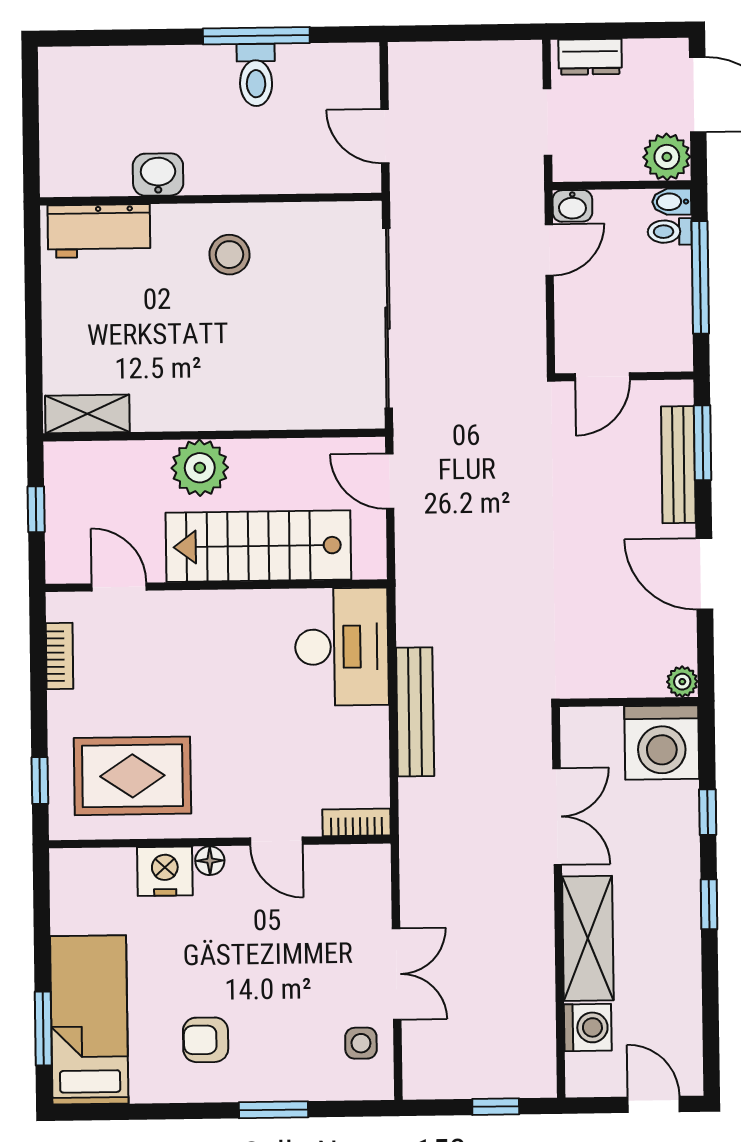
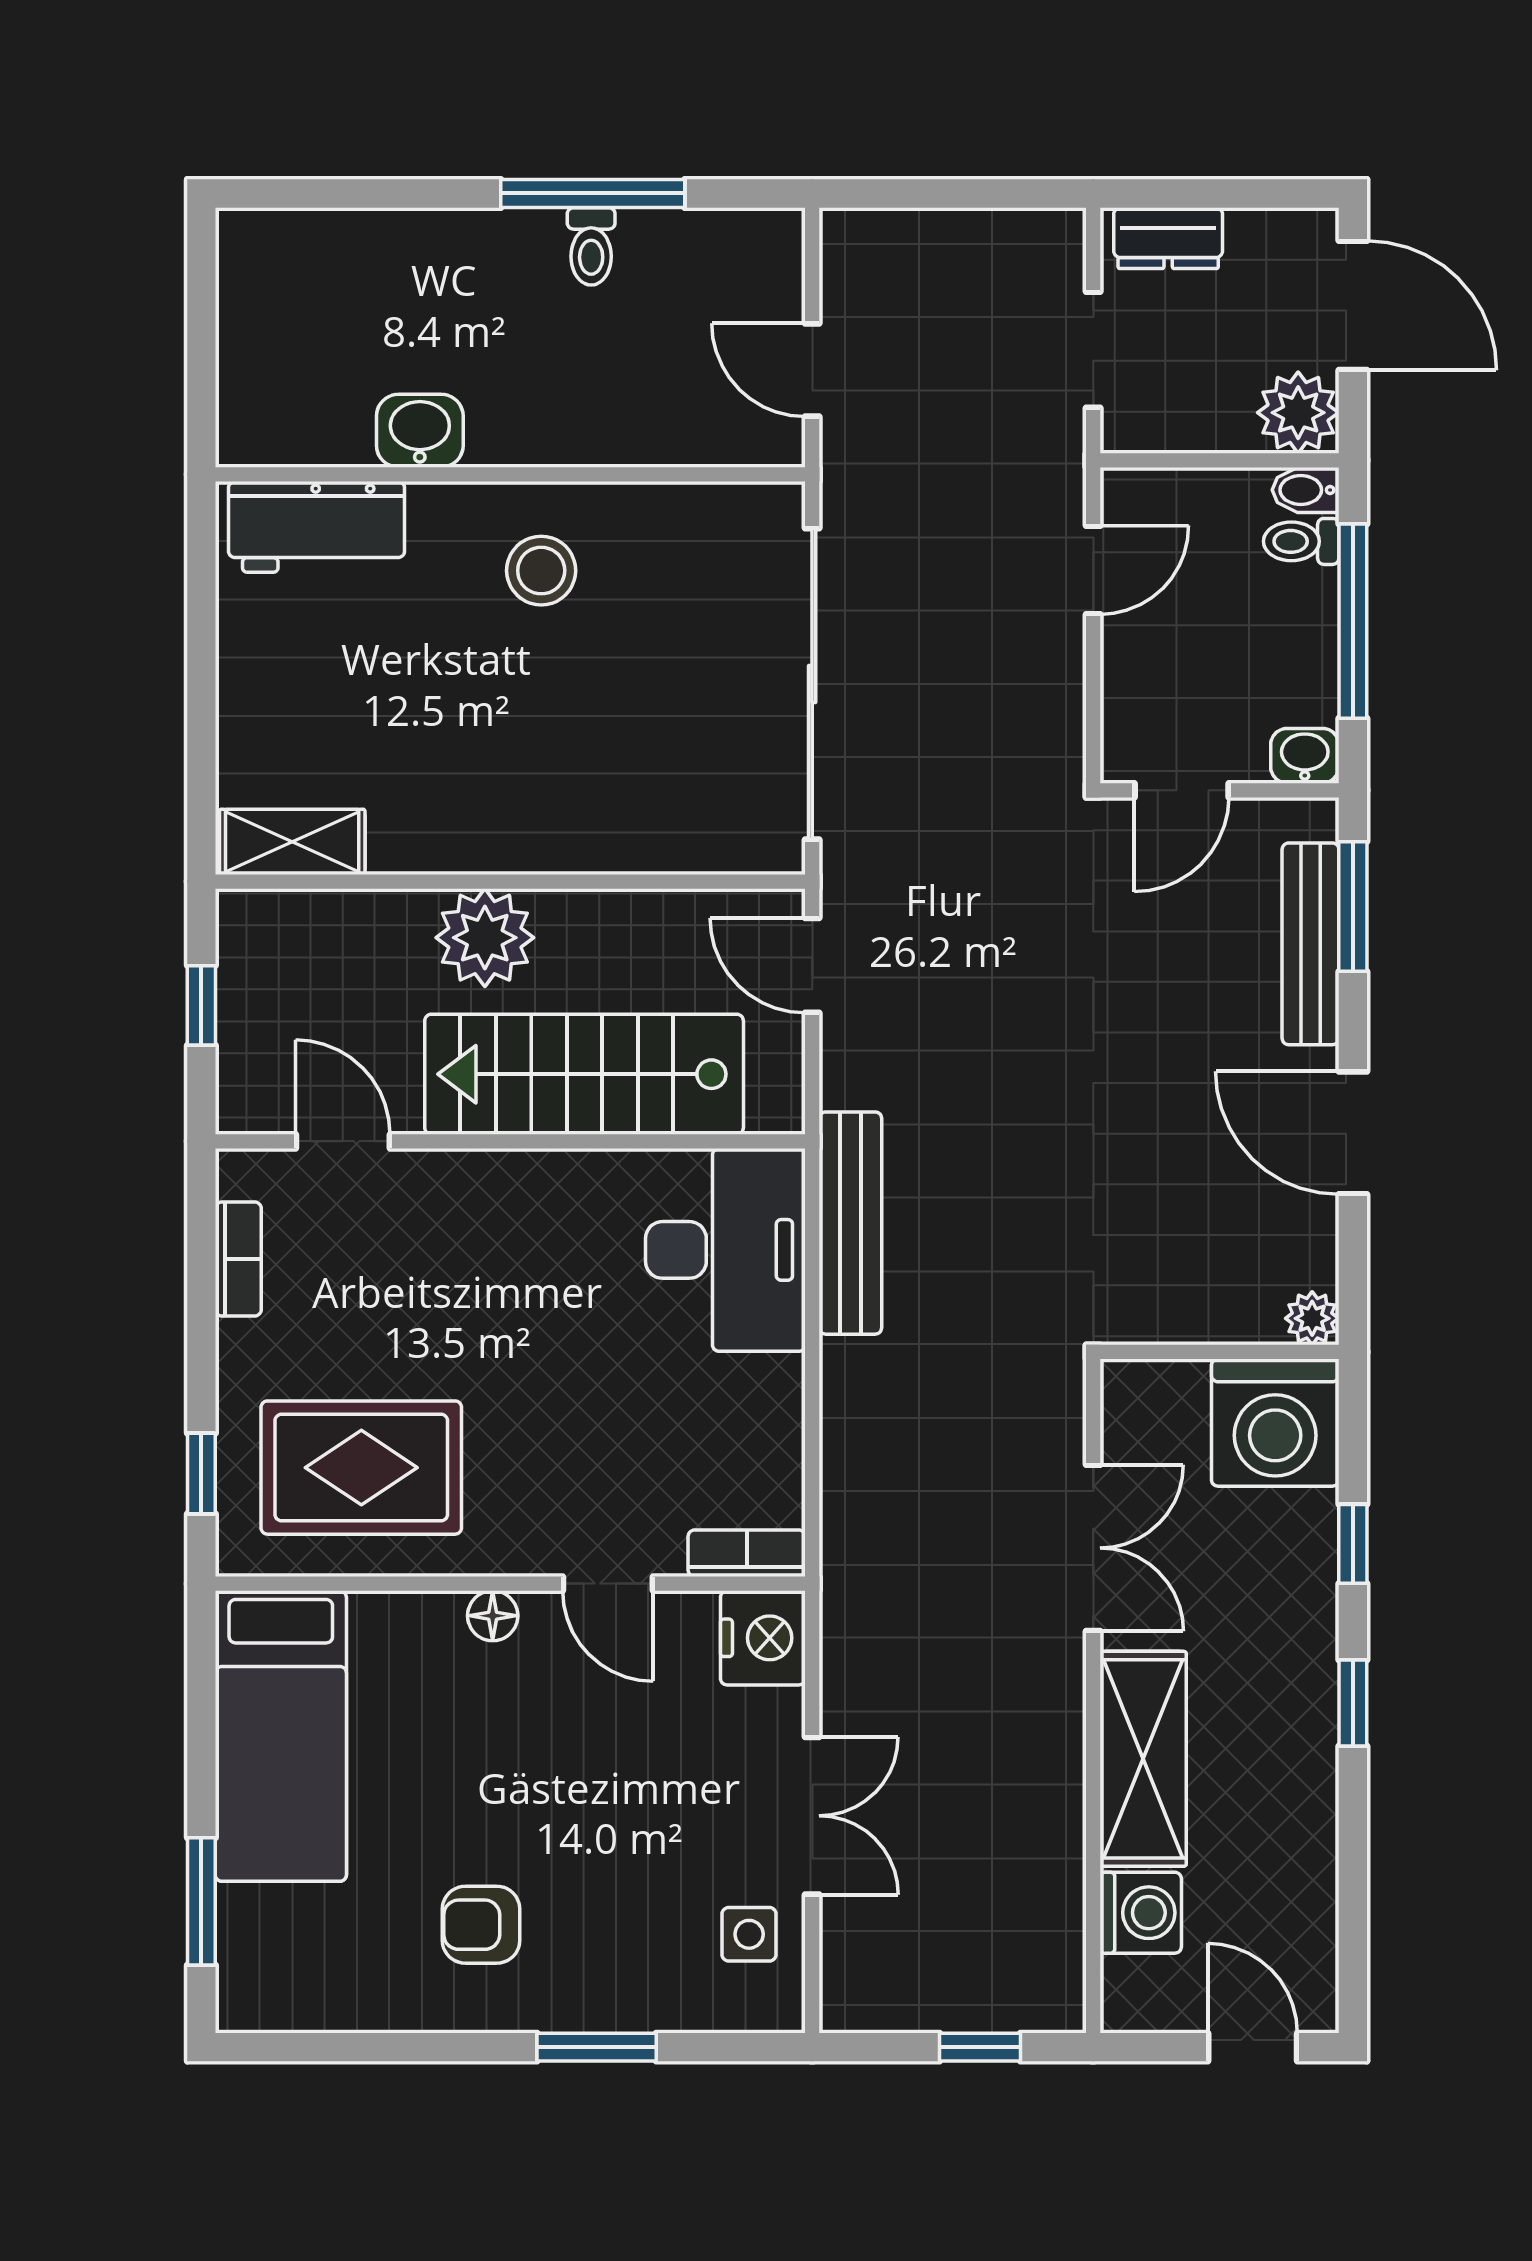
toilet: (256, 75) -> (591, 246), width x0.73, depth x0.72
washbasin: (572, 206) -> (1305, 756), moved, turned 180
bench: (415, 712) -> (850, 1223), moved
nightstand: (165, 871) -> (763, 1638), moved, turned 90
bed: (89, 1020) -> (281, 1736), moved, turned 180

